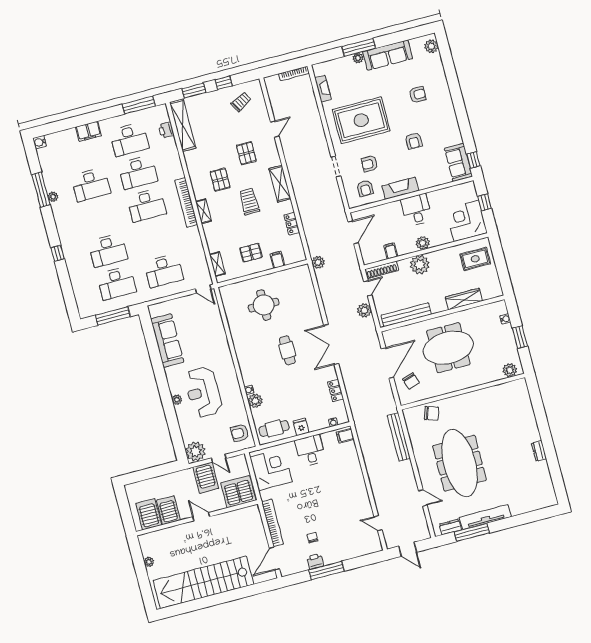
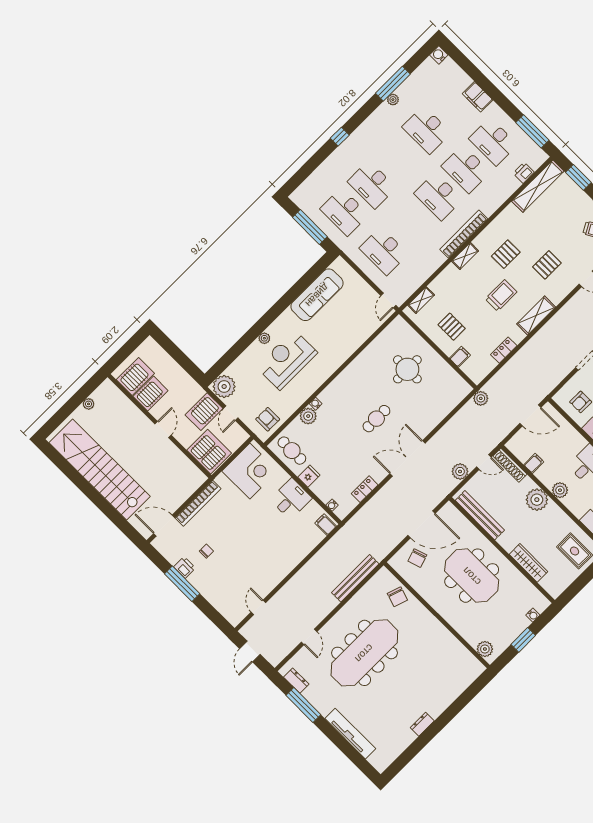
tv unit: (485, 517) -> (350, 734), moved

